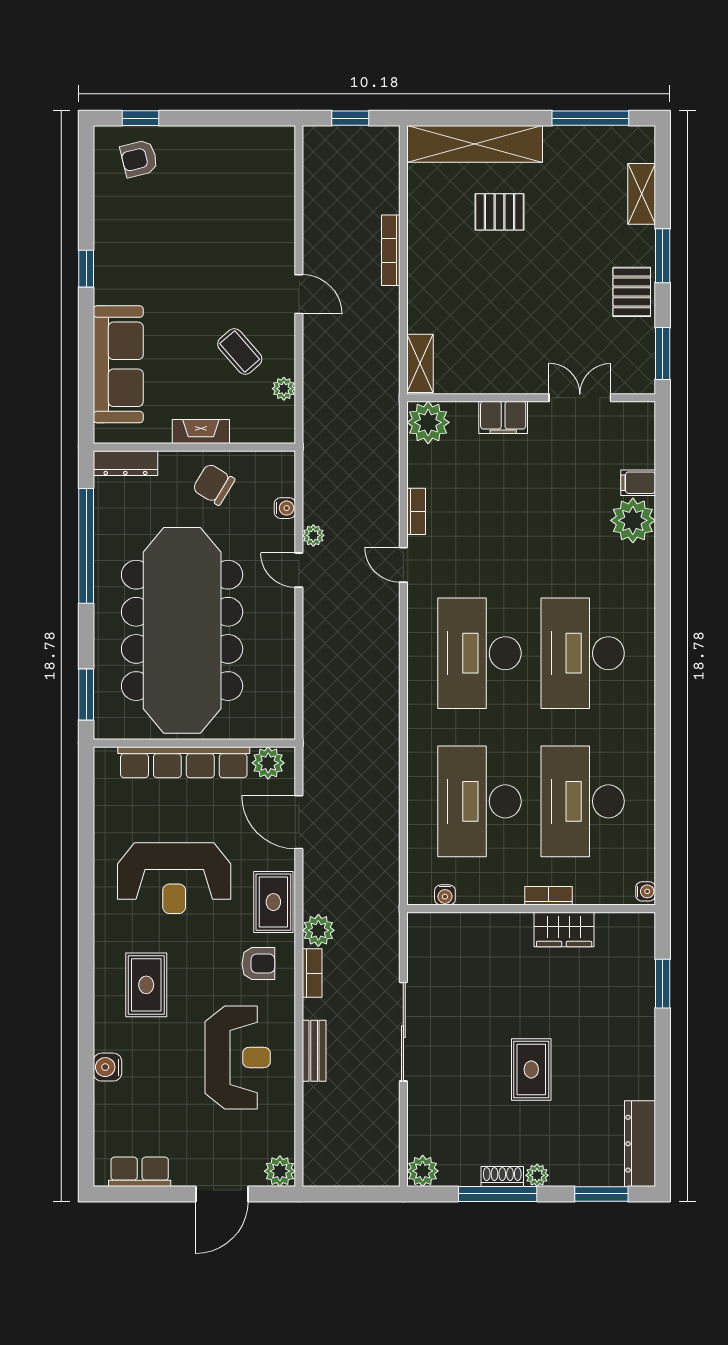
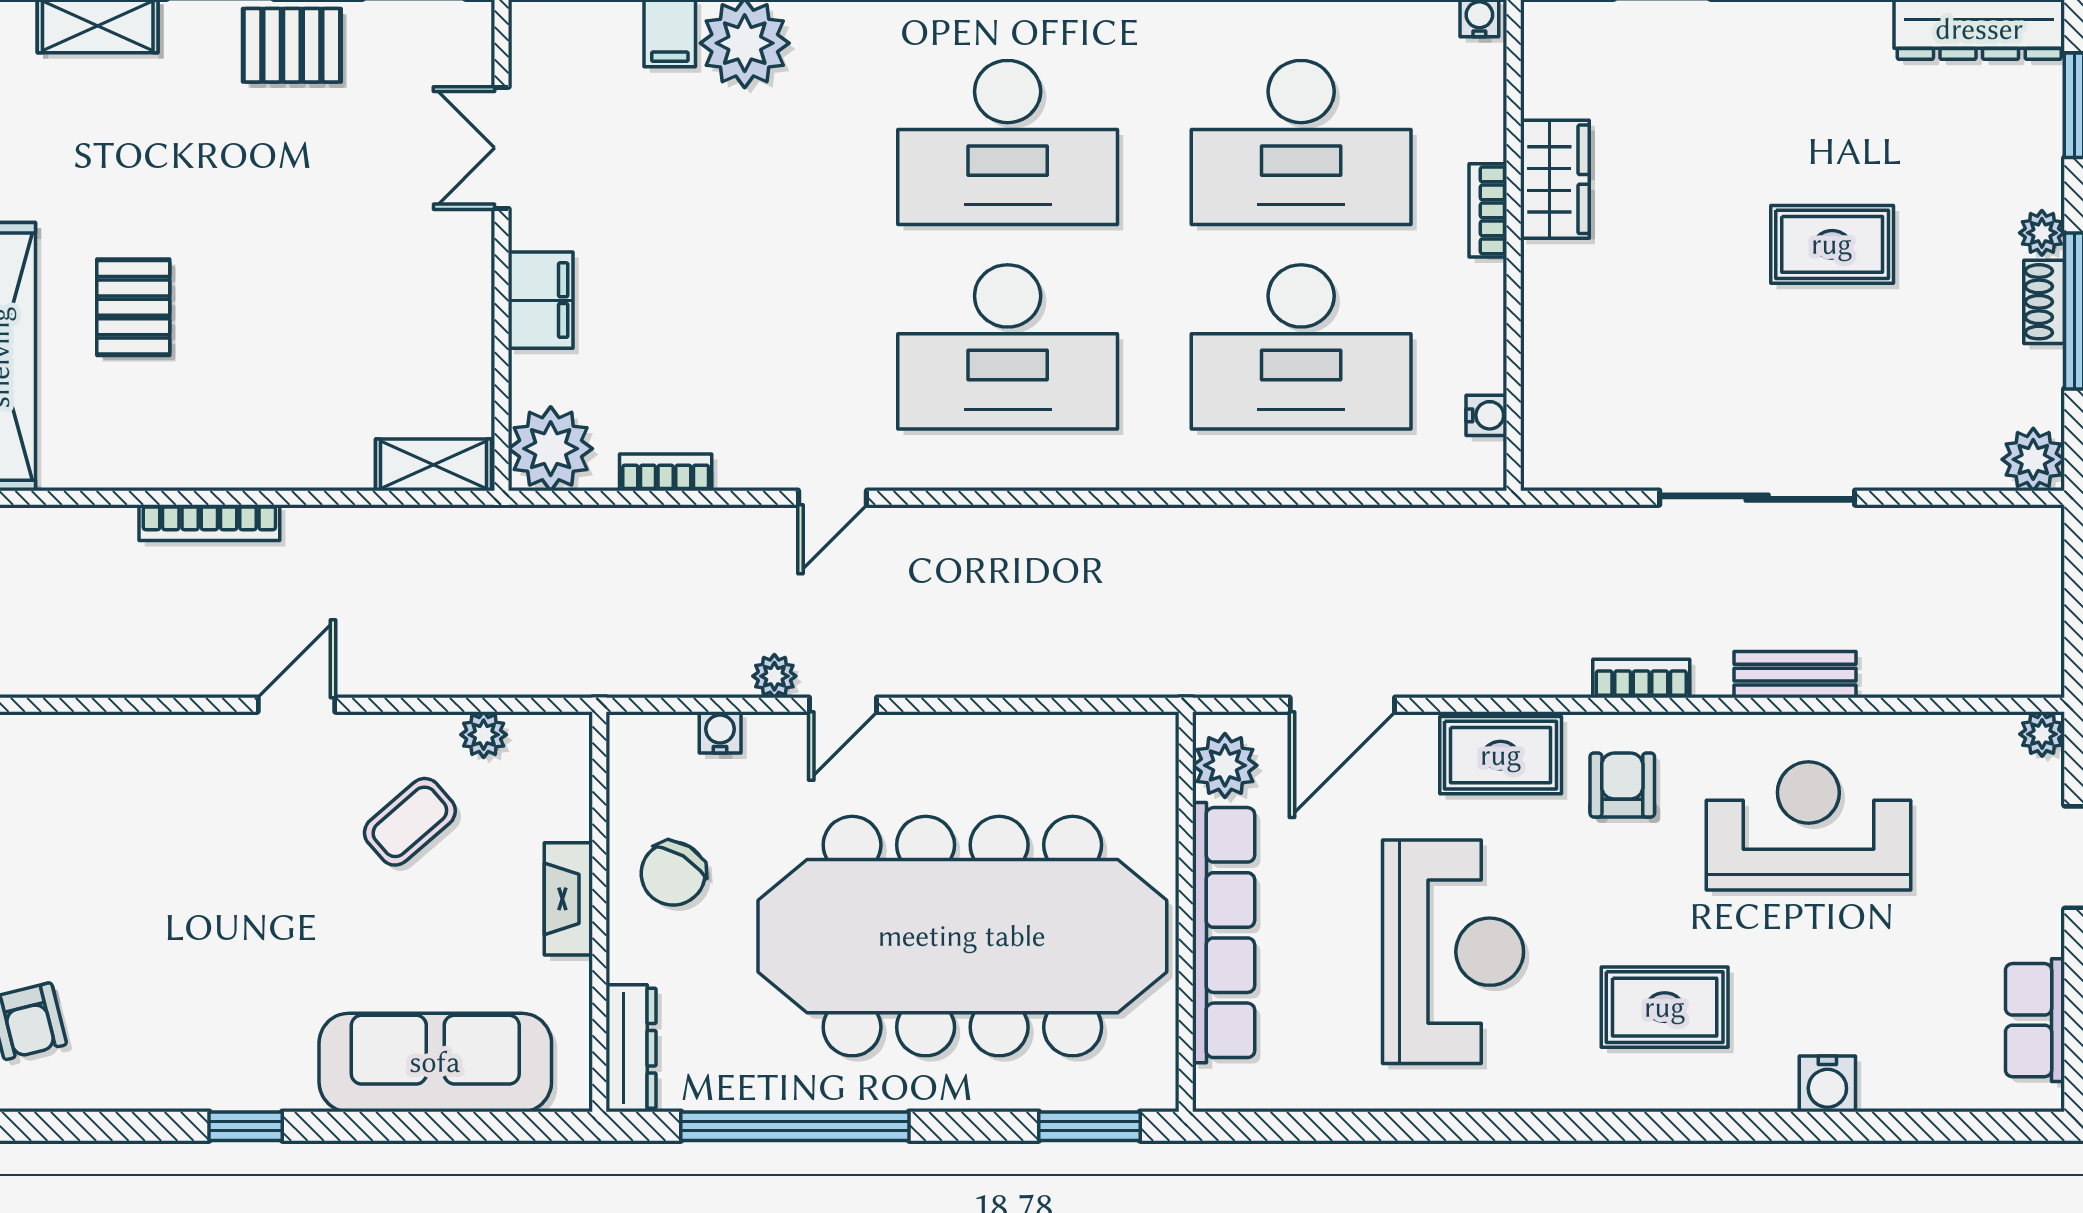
bookcase: (416, 511) -> (666, 472), moved
plant: (318, 930) -> (1557, 666), removed
plant: (280, 1171) -> (2042, 734), width x0.73, depth x0.73

